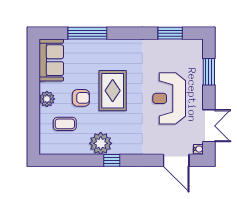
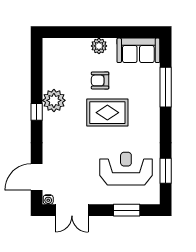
armchair: (81, 98) -> (100, 80), turned 90
reception desk: (169, 98) -> (126, 169), moved
coffee table: (65, 124) -> (74, 64), removed

